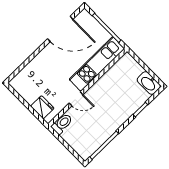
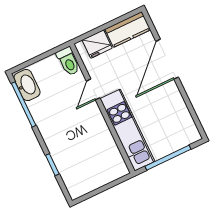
door: (60, 29) -> (167, 59), moved
washbasin: (149, 83) -> (27, 85), moved, turned 90
kitchen counter: (24, 89) -> (128, 29), added

